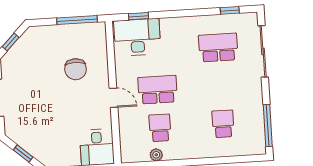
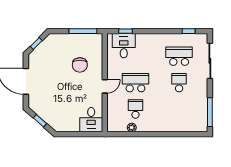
desk: (137, 37) -> (124, 46), width x0.73
door: (113, 98) -> (105, 86), hinge flipped
school desk: (223, 124) -> (179, 83), moved

